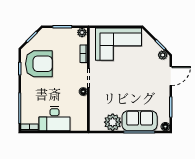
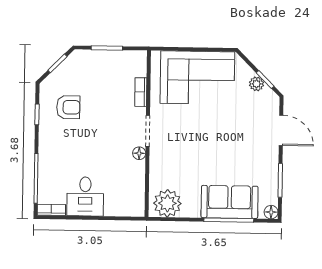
plant: (82, 32) -> (139, 58), removed
plant: (163, 55) -> (257, 84), moved
armchair: (39, 64) -> (68, 107), width x0.53, depth x0.53
door: (171, 76) -> (281, 130), hinge flipped
desk: (55, 119) -> (85, 196), width x0.73
plant: (113, 122) -> (167, 203), moved

